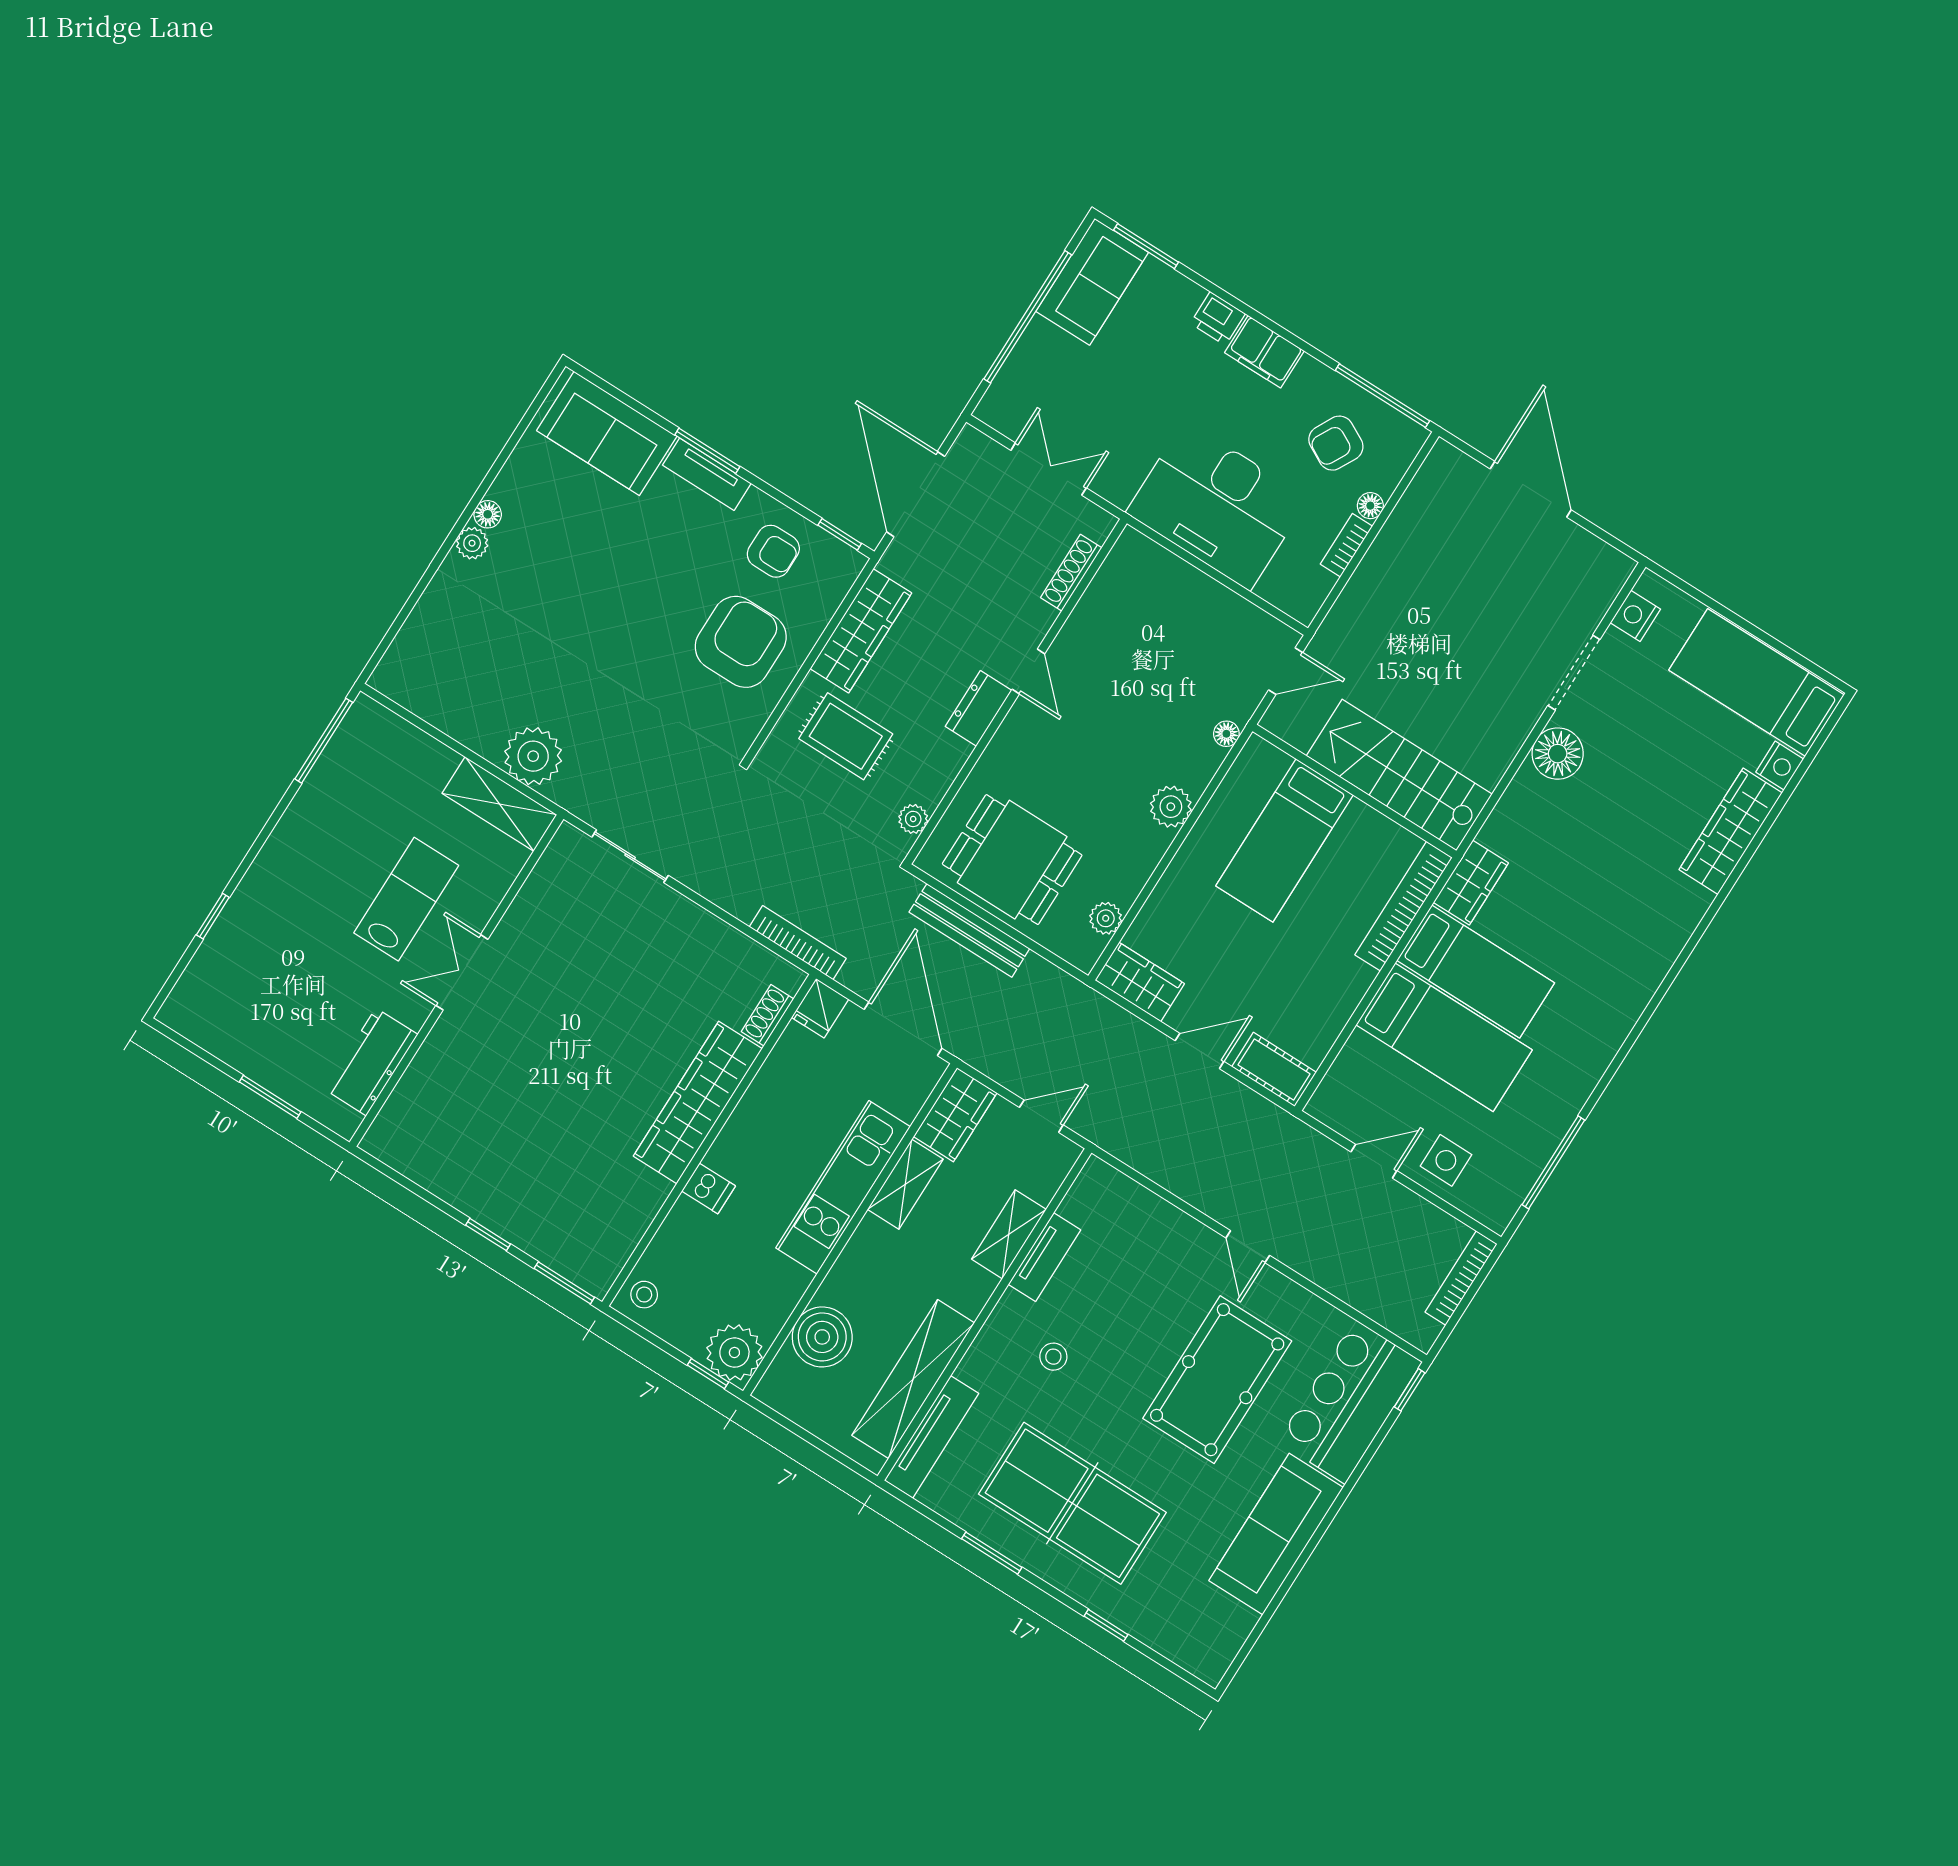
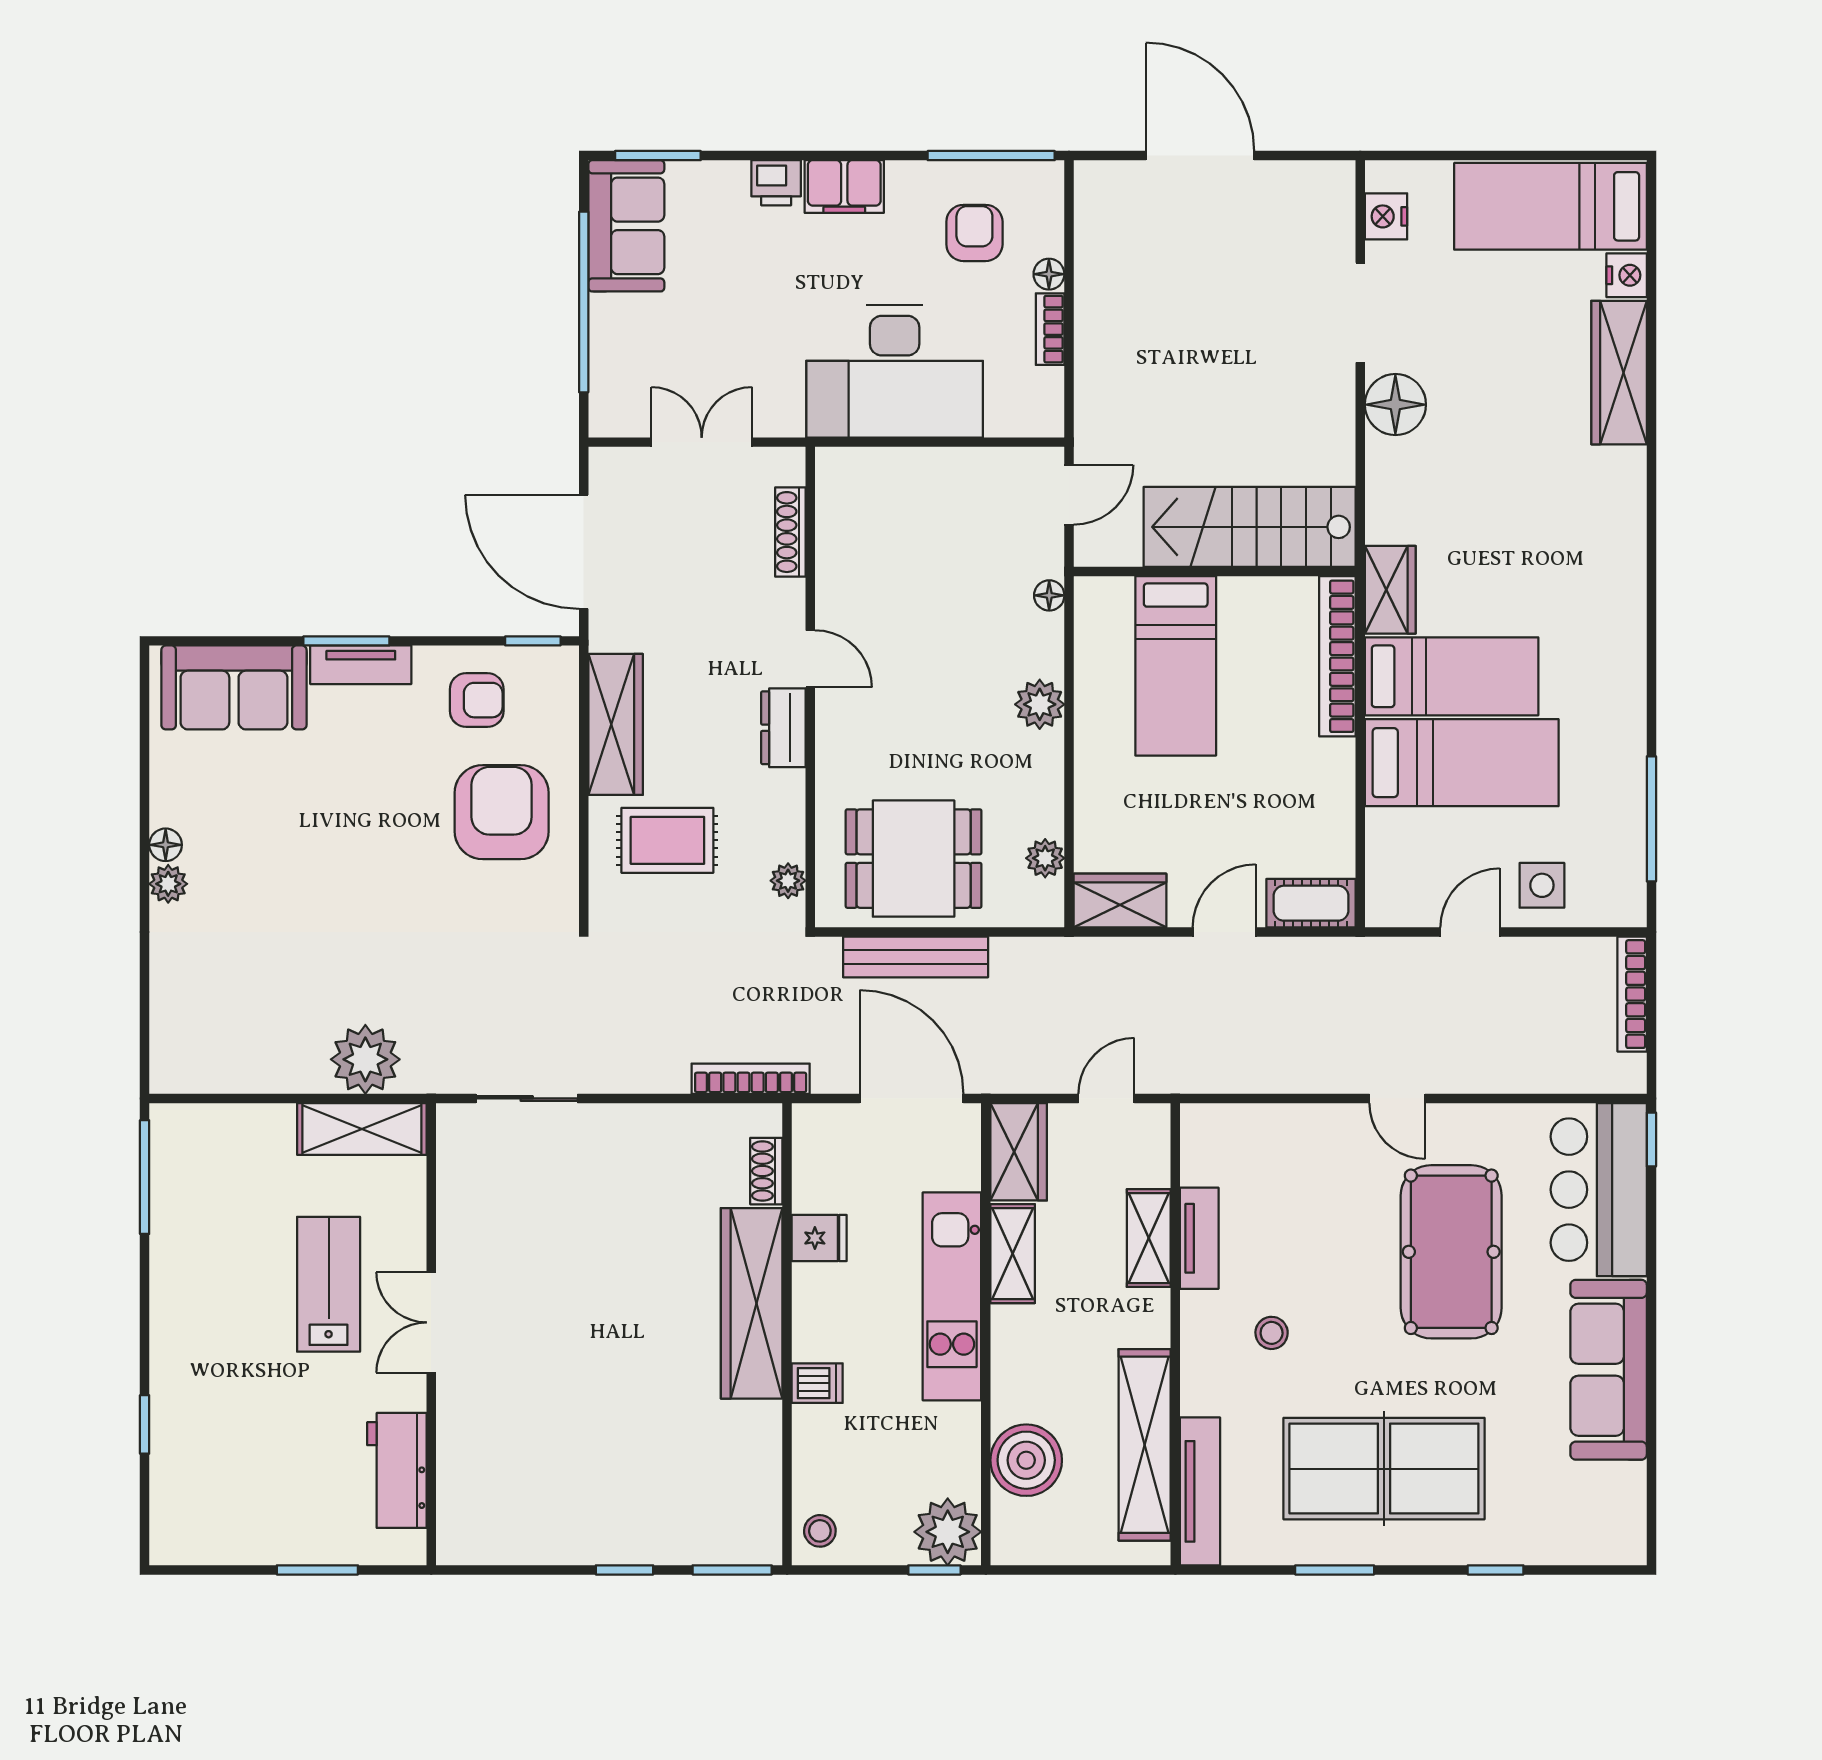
armchair: (1336, 443) -> (974, 233), turned 152
fridge: (820, 1008) -> (819, 1238), moved, turned -90

